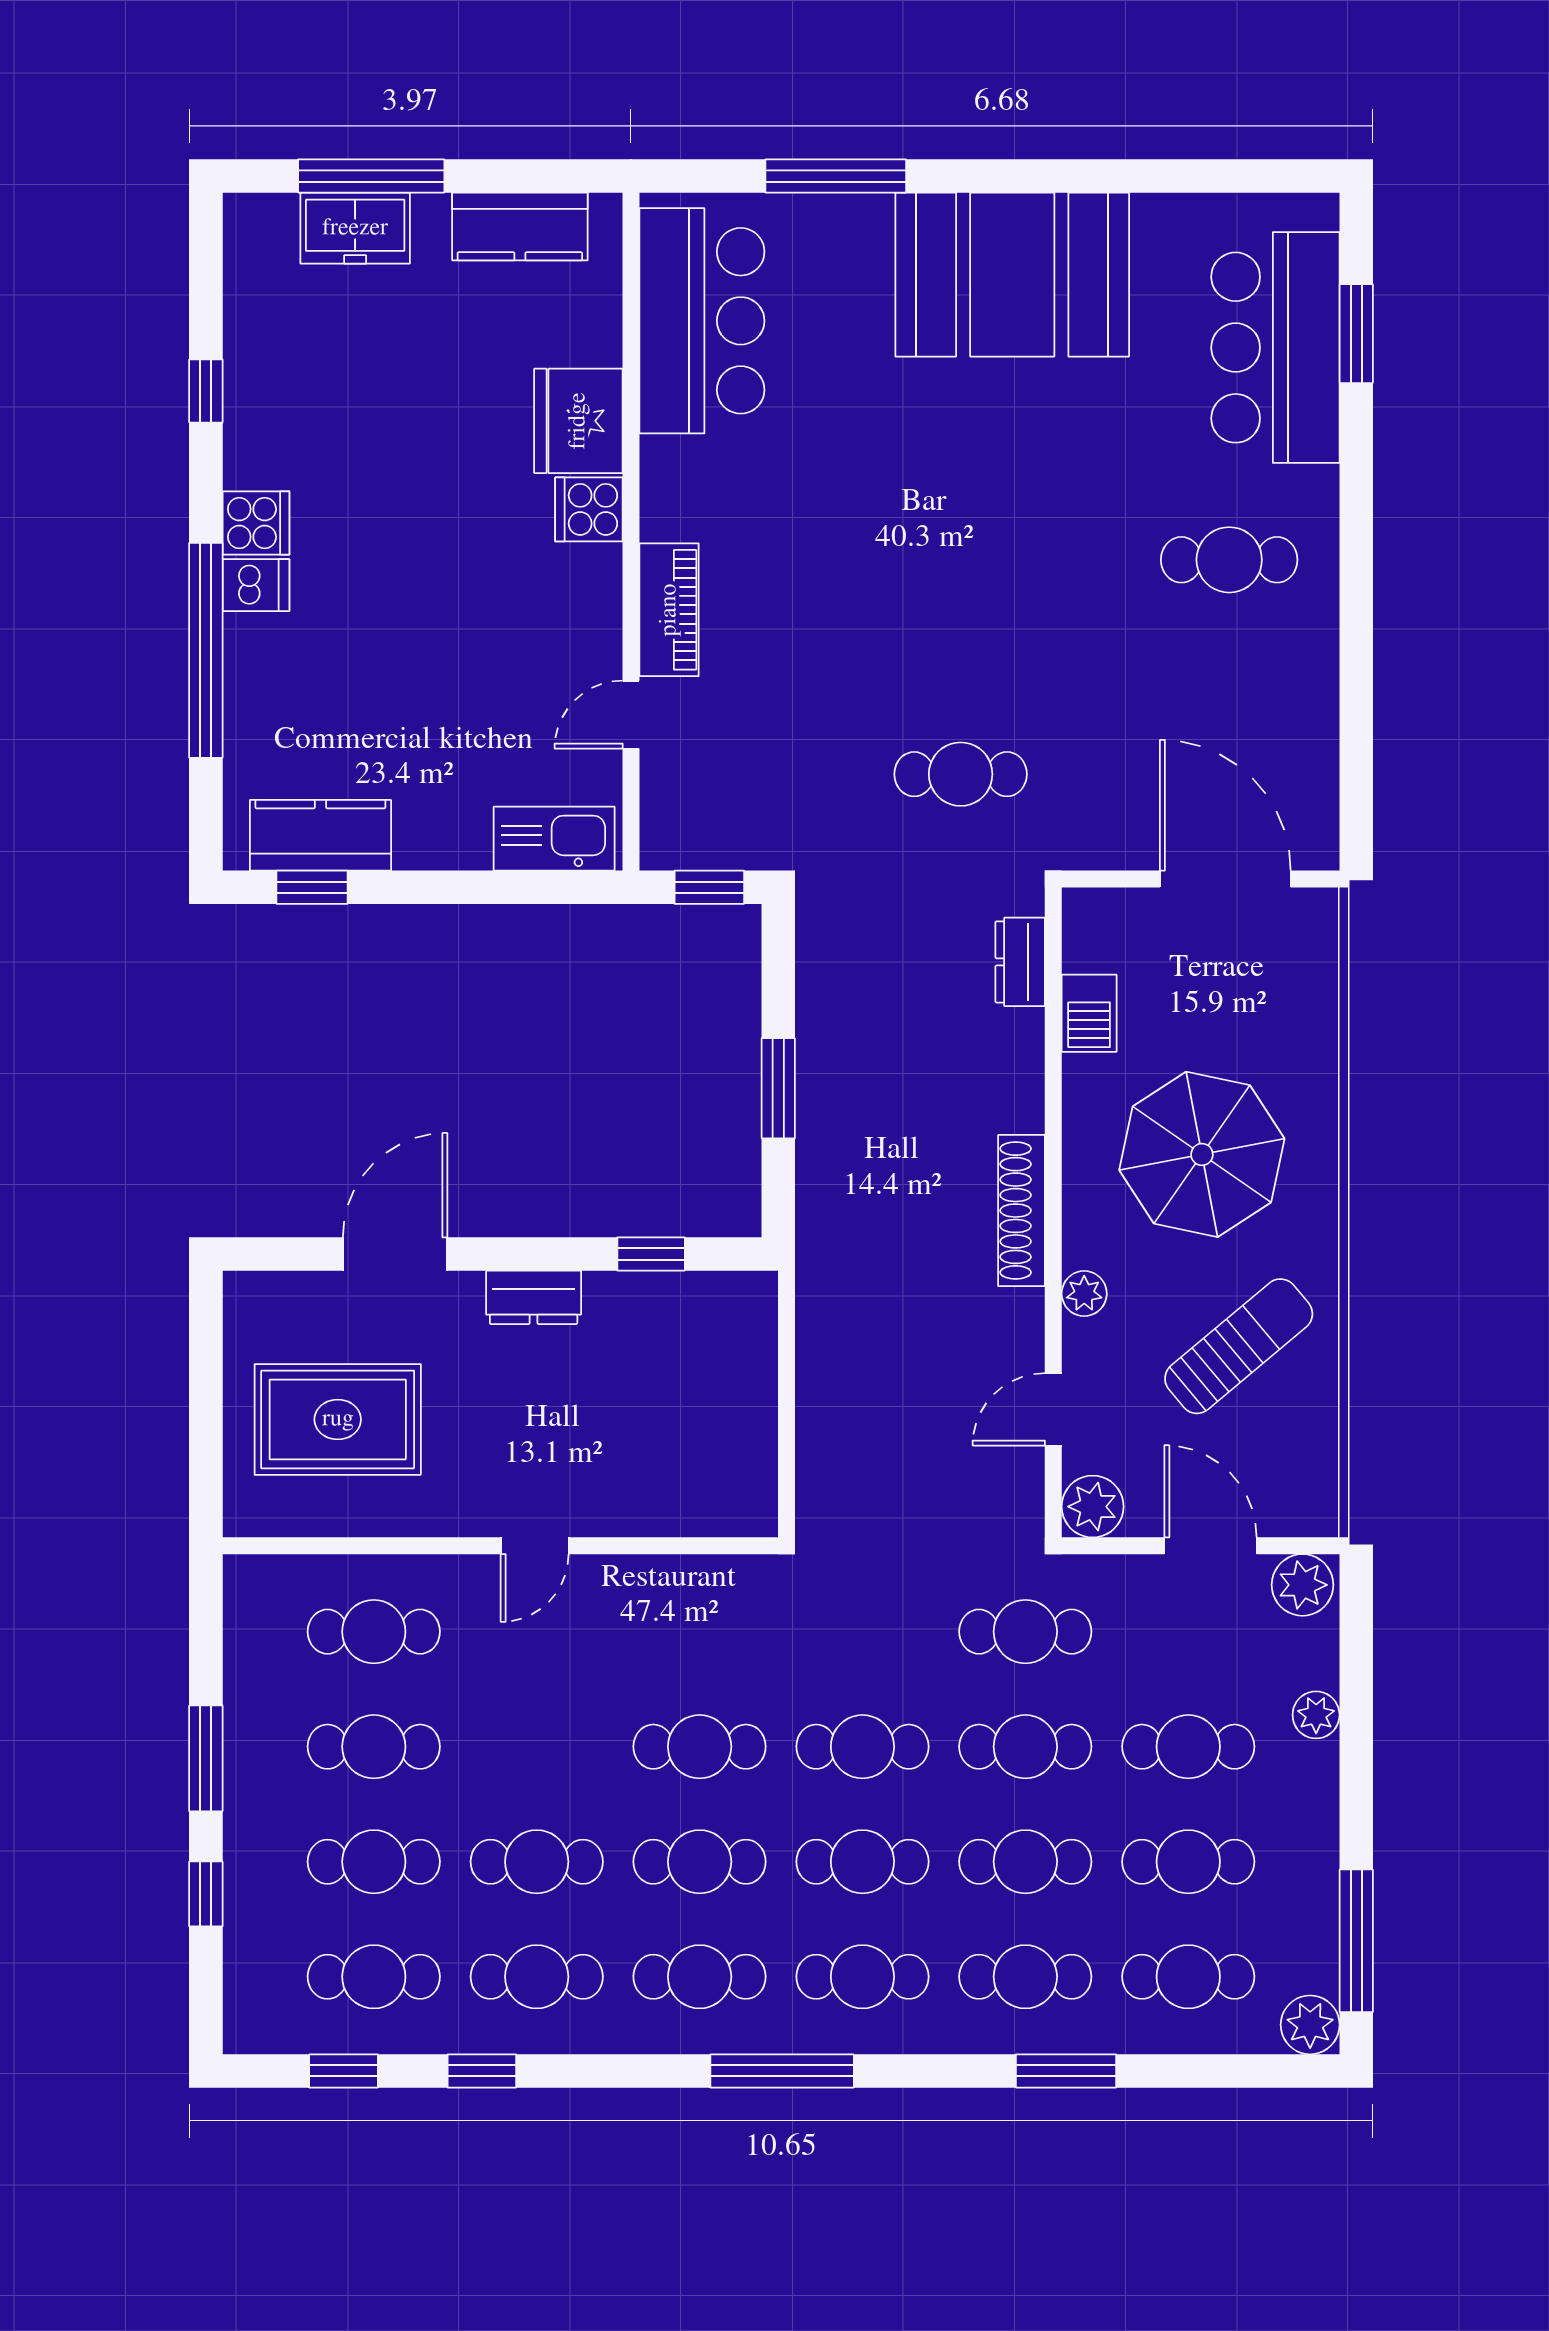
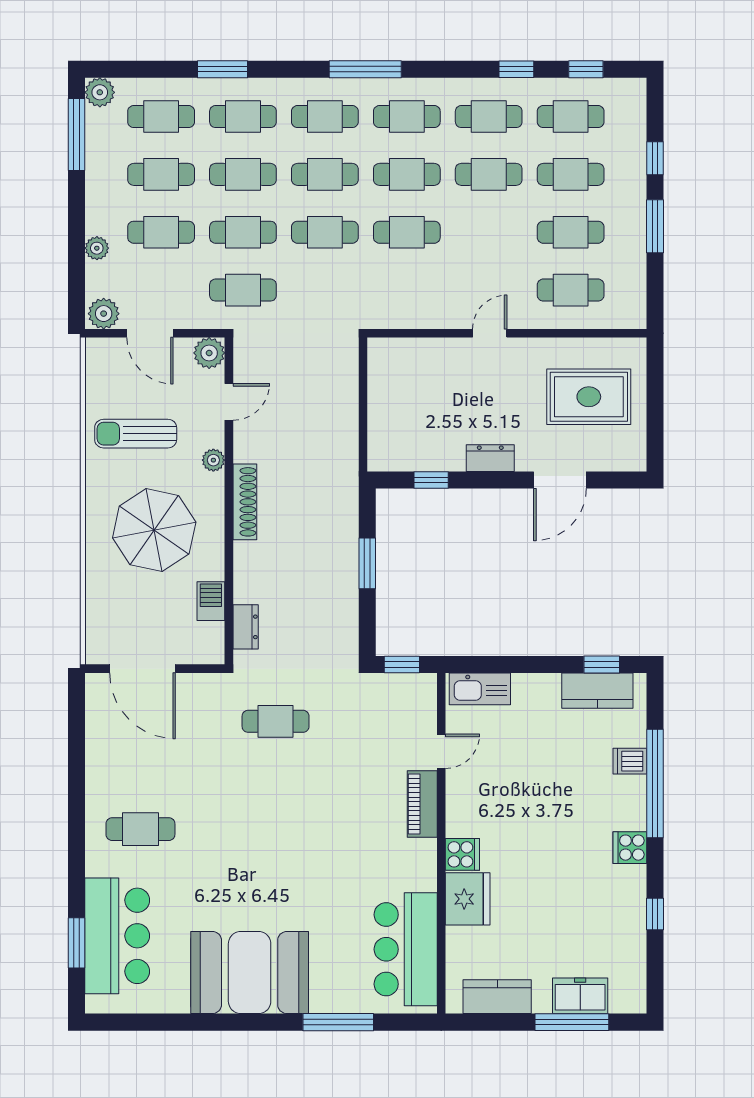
dishwasher: (256, 585) -> (630, 761), moved
sun lounger: (1239, 1346) -> (136, 434), turned 40

